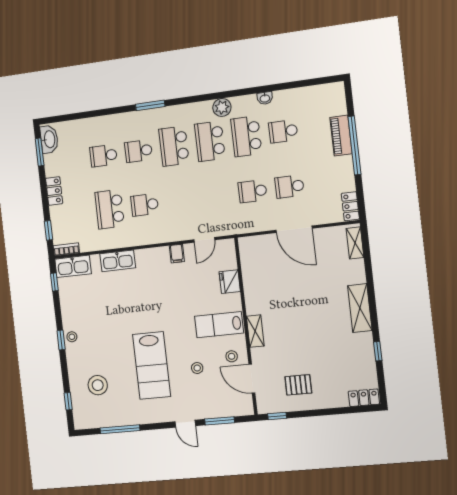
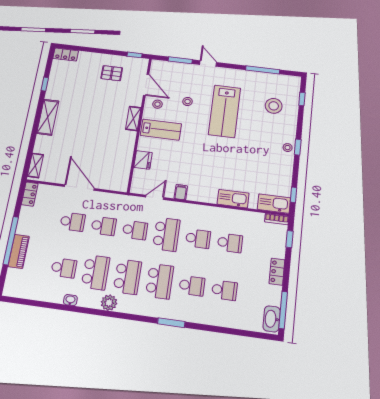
window: (40, 152) -> (283, 310), width x1.44
school desk: (216, 196) -> (135, 230), added
school desk: (180, 200) -> (166, 234), added
school desk: (110, 209) -> (230, 243), width x0.54
lab bench: (152, 365) -> (225, 111), turned 180

